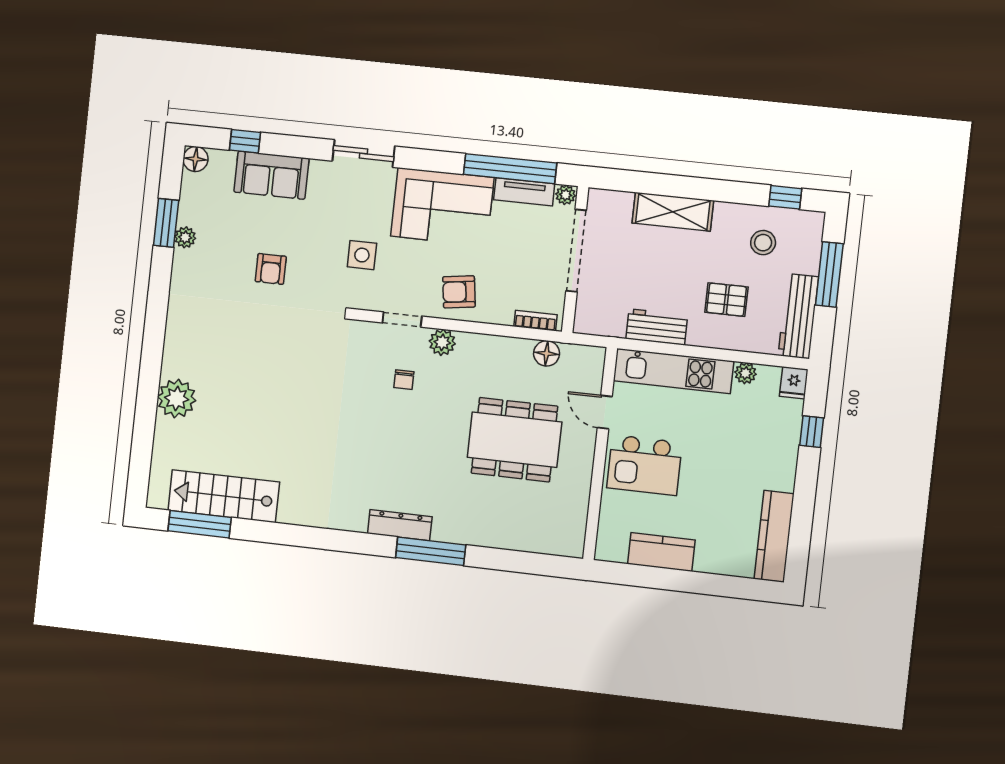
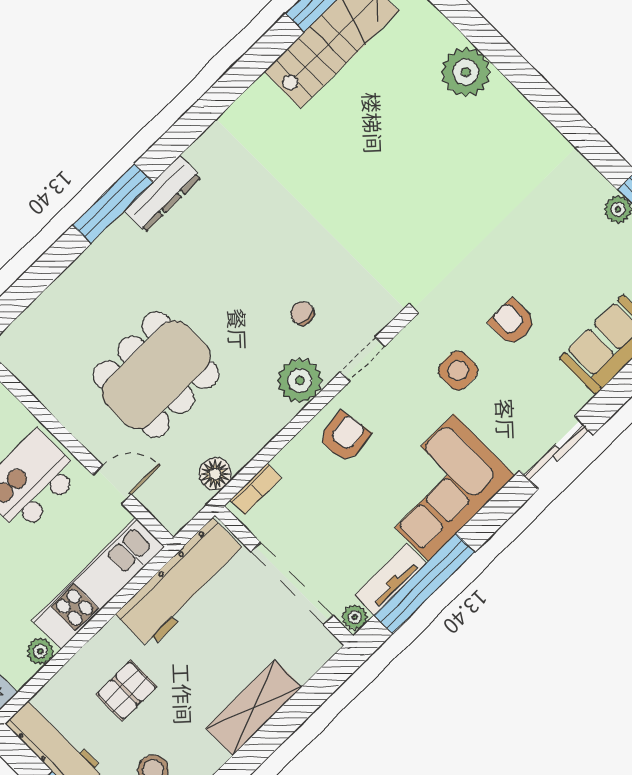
armchair: (271, 269) -> (512, 322), moved
workbench: (657, 327) -> (181, 584), width x1.88, depth x1.32
plant: (442, 342) -> (300, 380), width x1.36, depth x1.36

